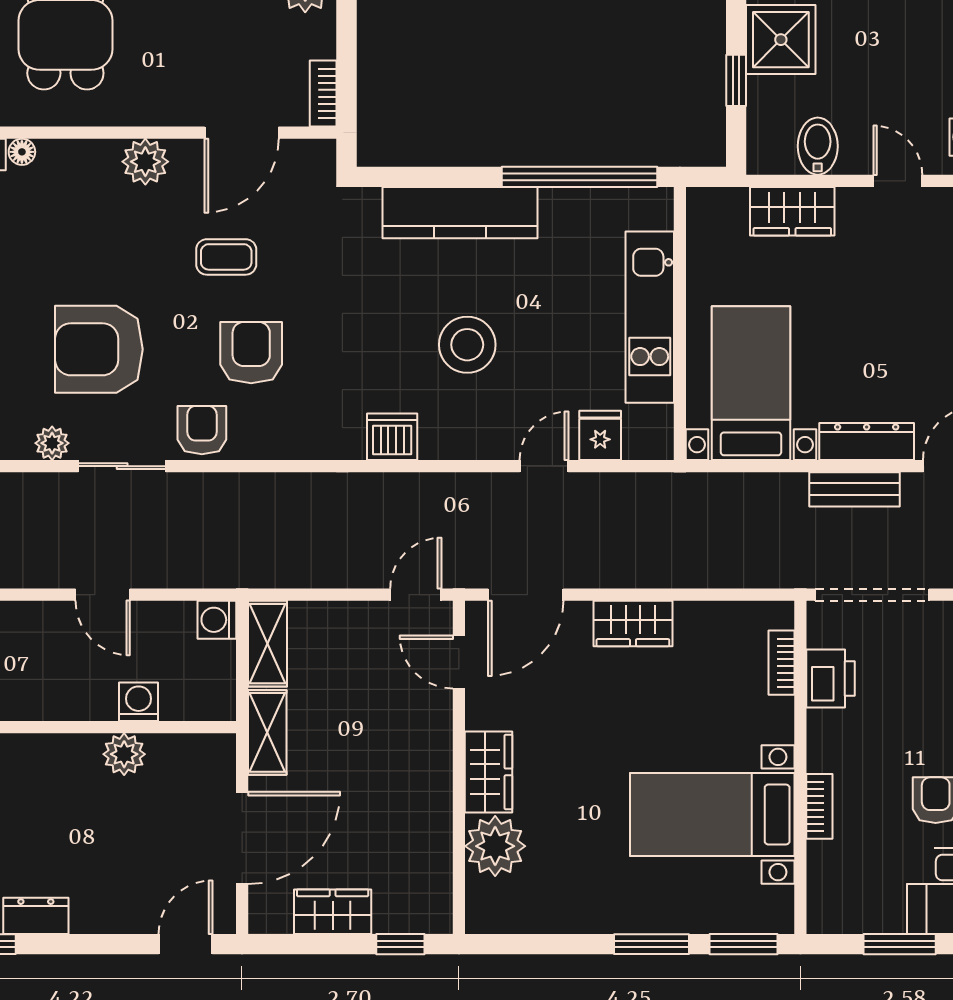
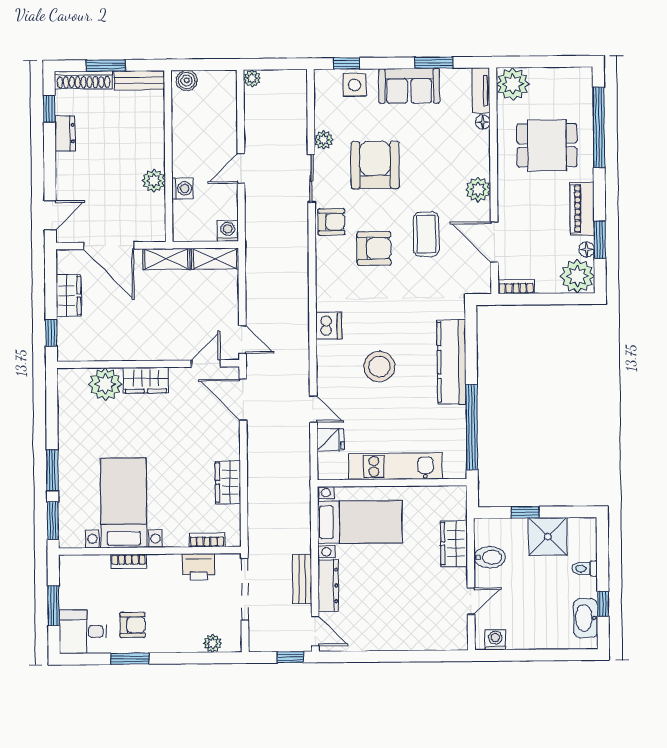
coffee table: (226, 257) -> (426, 234), width x1.36, depth x1.30
wardrobe: (633, 623) -> (228, 482), moved
door: (186, 944) -> (50, 215), hinge flipped

